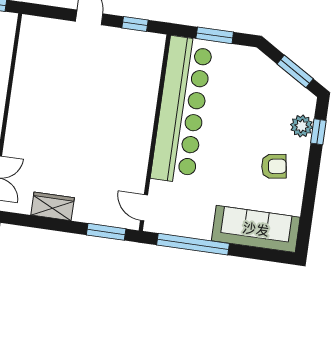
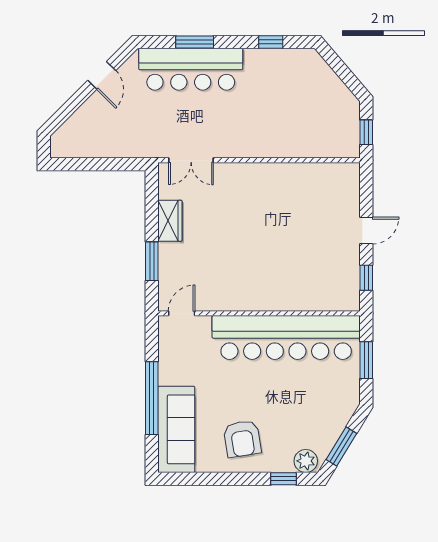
plant: (302, 126) -> (306, 461), moved
armchair: (274, 166) -> (242, 439), width x1.38, depth x1.38
window: (106, 232) -> (152, 261), moved
window: (193, 244) -> (152, 398), moved

